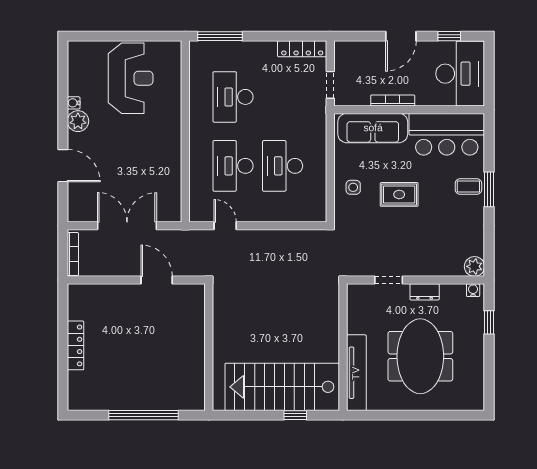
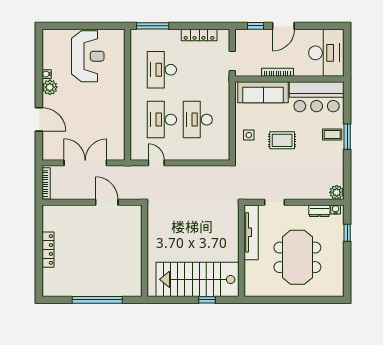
window: (449, 36) -> (256, 26), moved
locker: (302, 49) -> (199, 35), moved
dresser: (425, 292) -> (319, 211), moved
tv unit: (356, 373) -> (251, 232), moved

